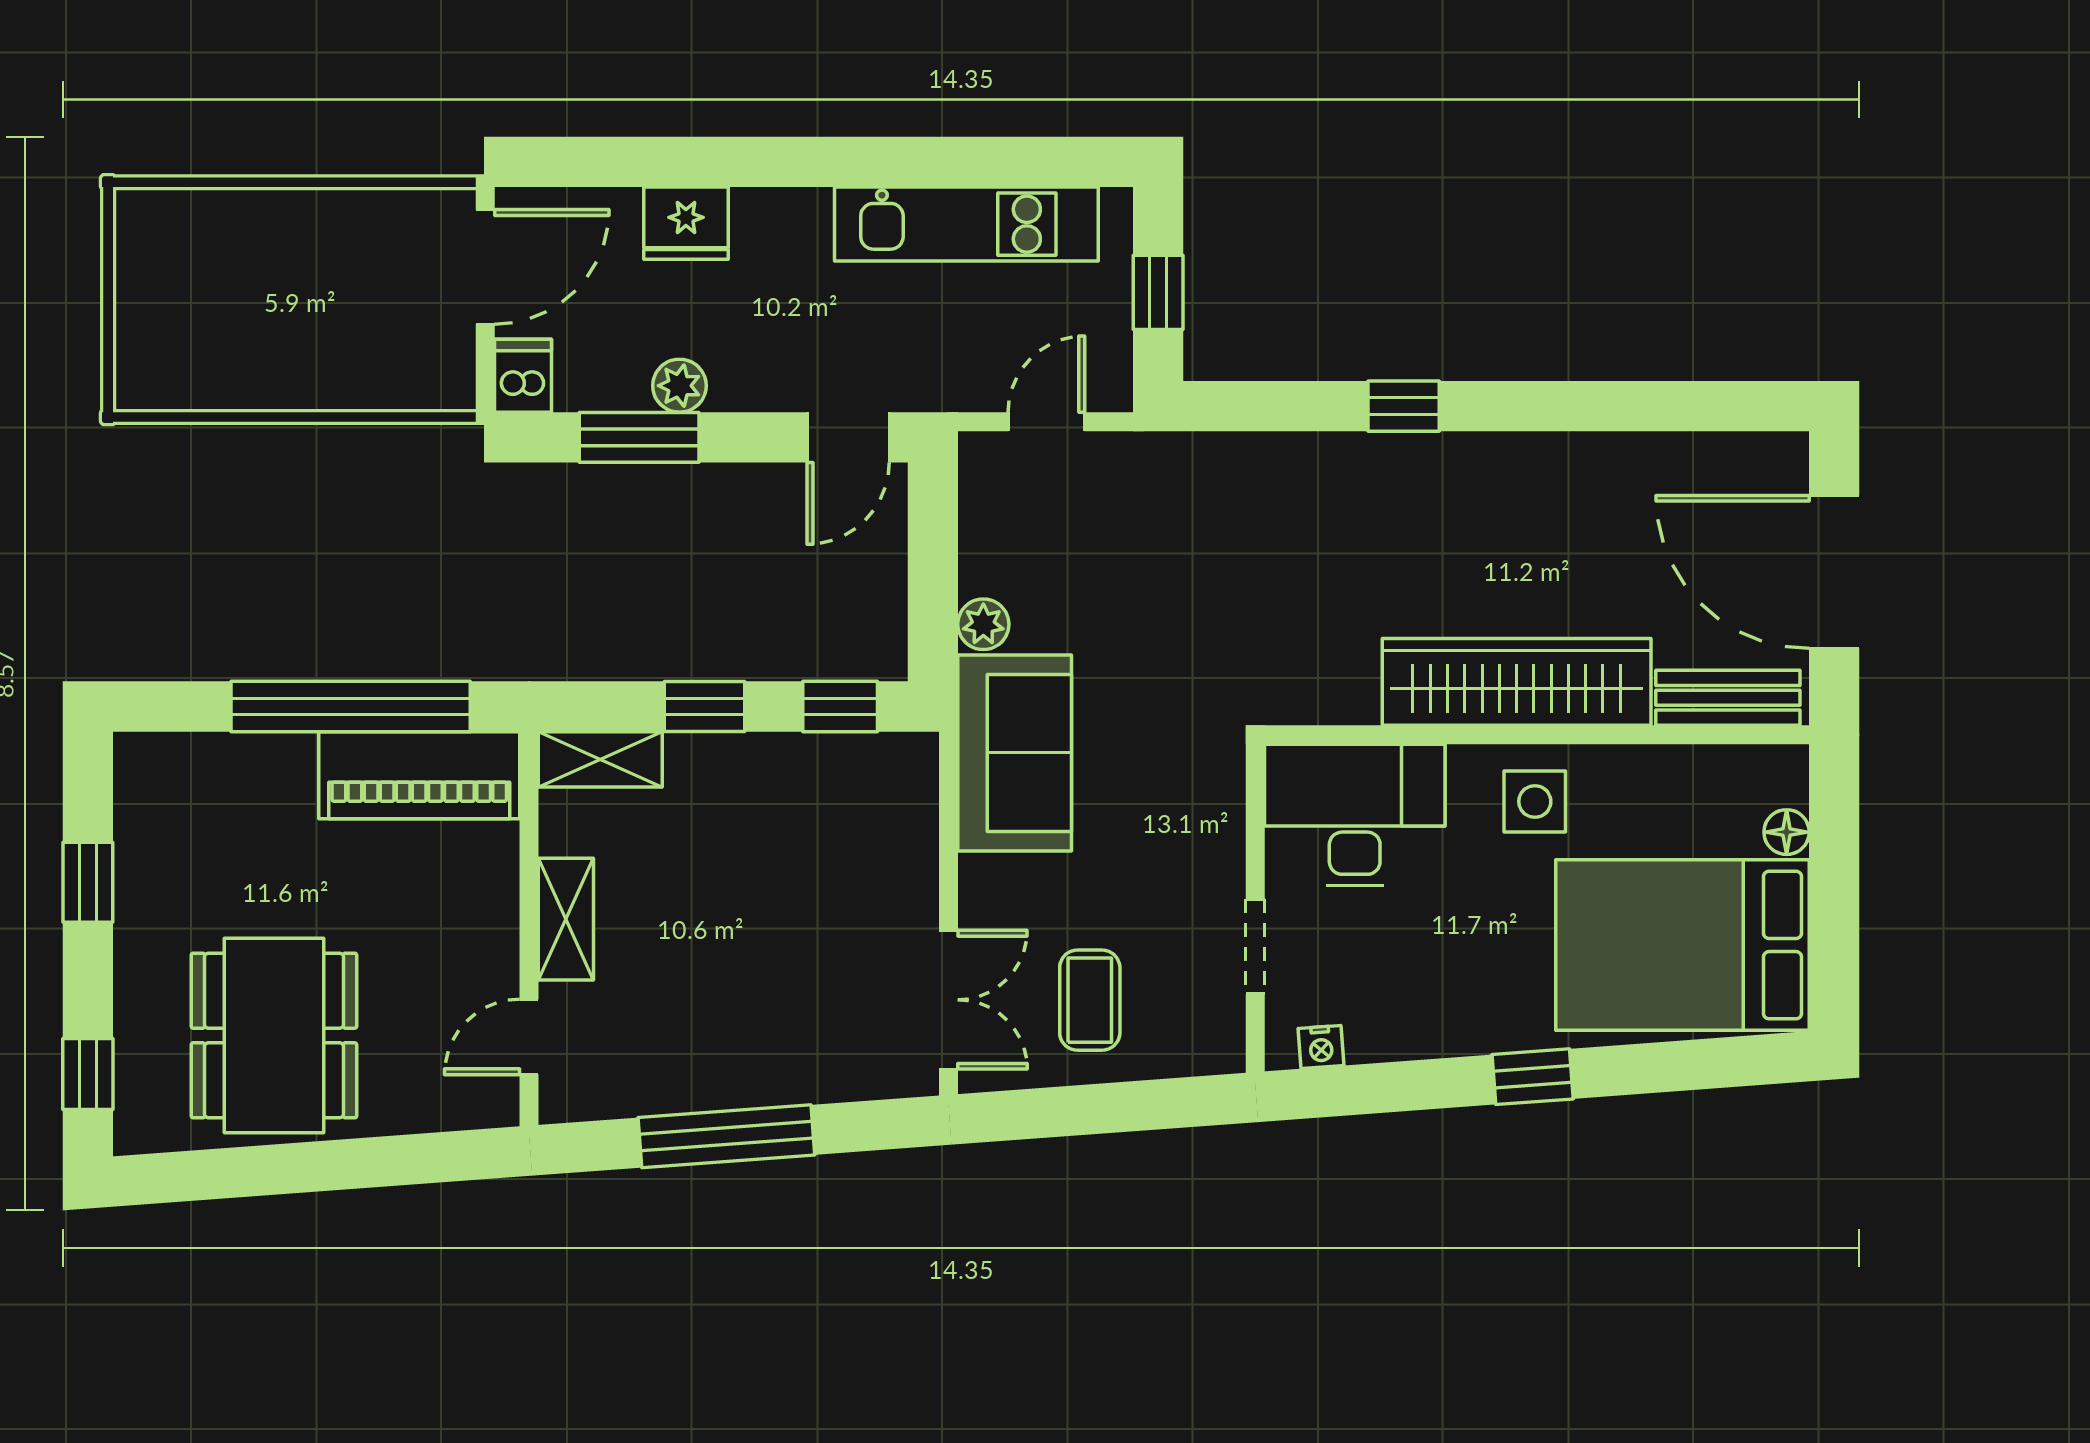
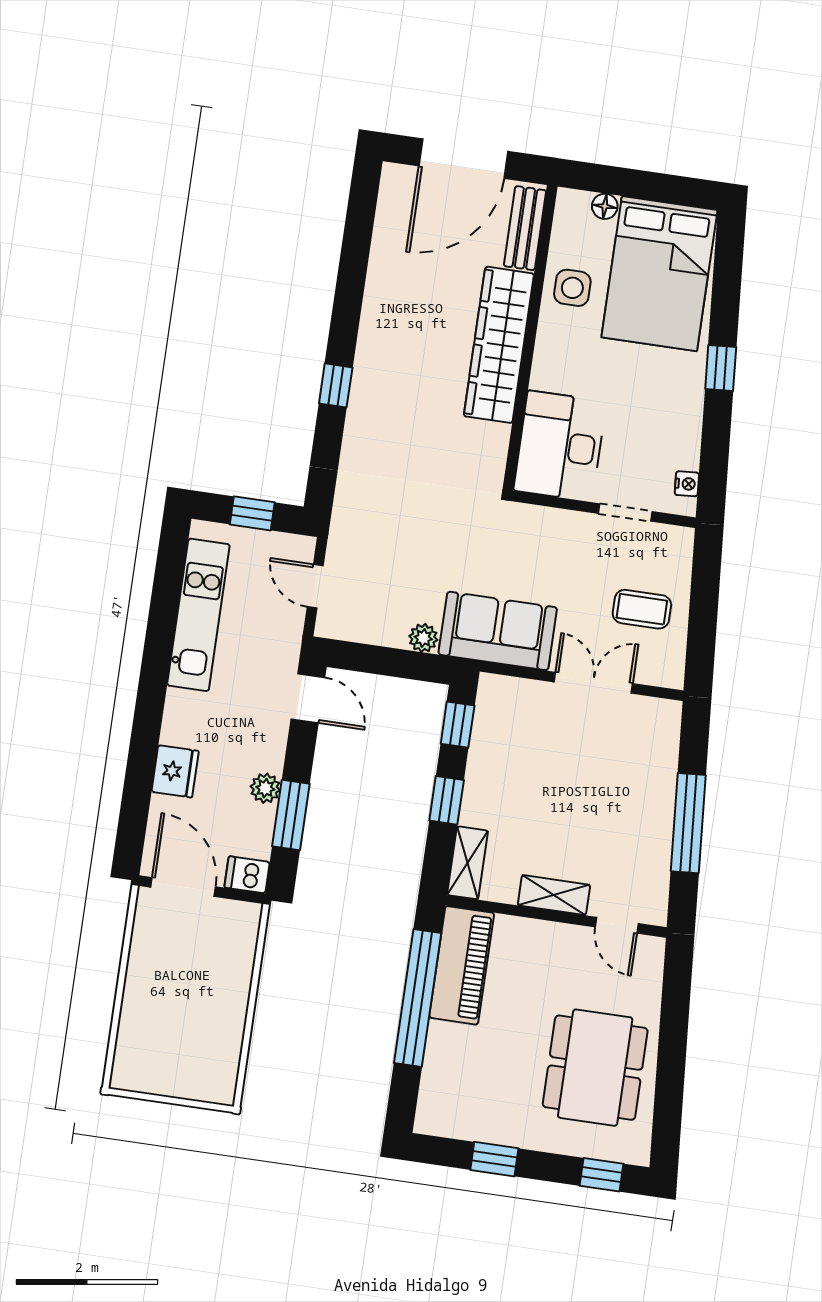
side table: (1535, 801) -> (572, 288), moved
double door: (948, 1000) -> (593, 683), moved
dining table: (274, 1036) -> (595, 1068), turned 90

